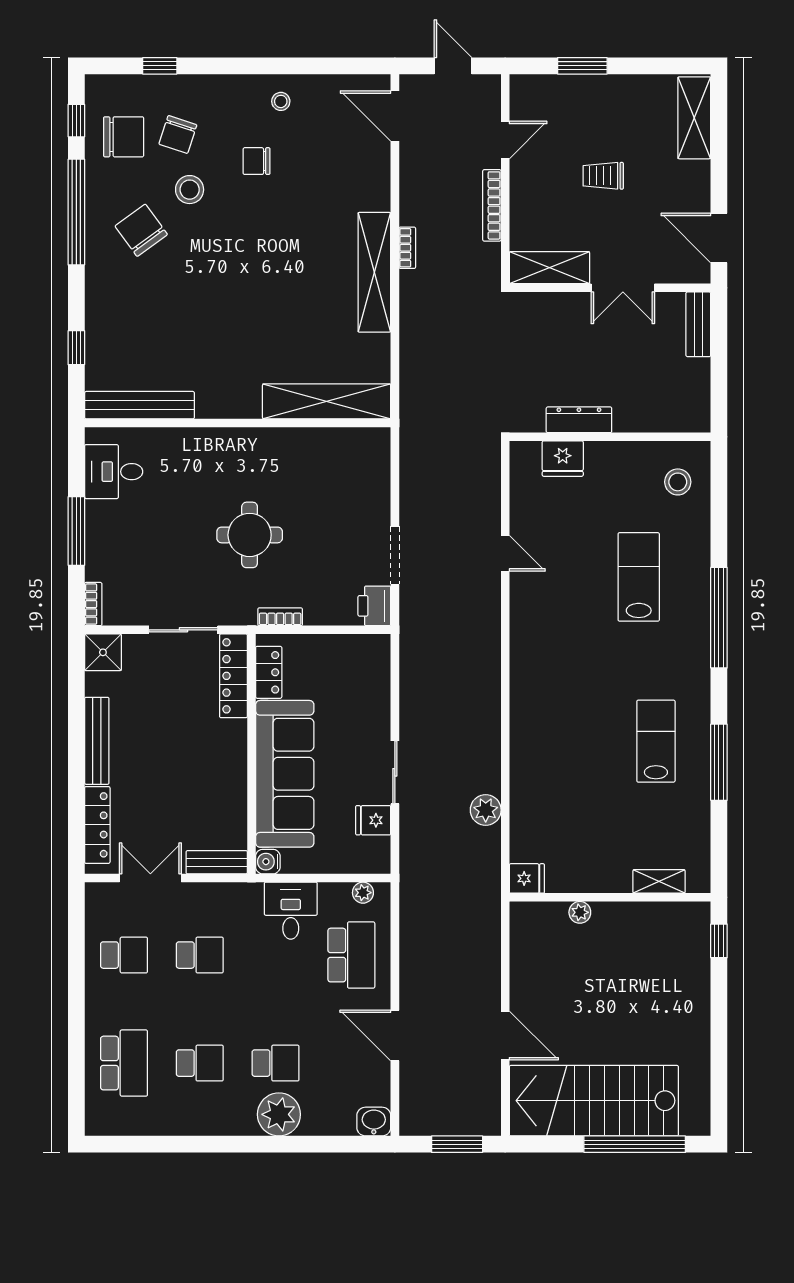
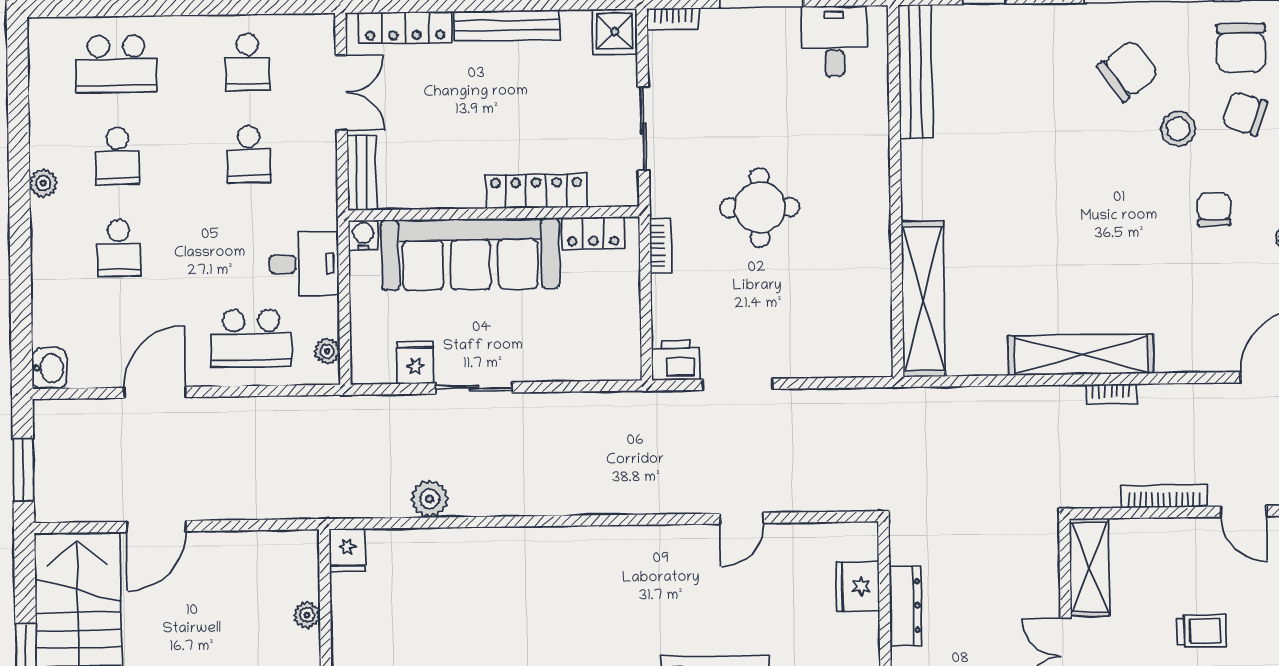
trolley: (603, 176) -> (1202, 631), turned 90
locker: (233, 676) -> (536, 191), moved
plant: (279, 1114) -> (43, 183), moved, width x0.53, depth x0.53

